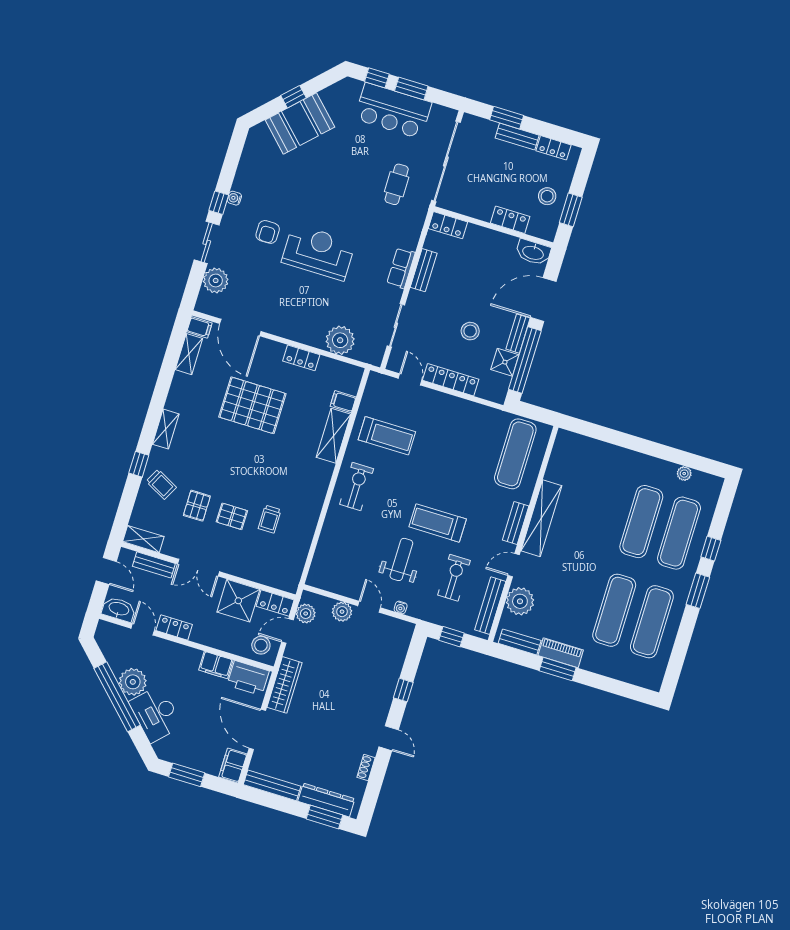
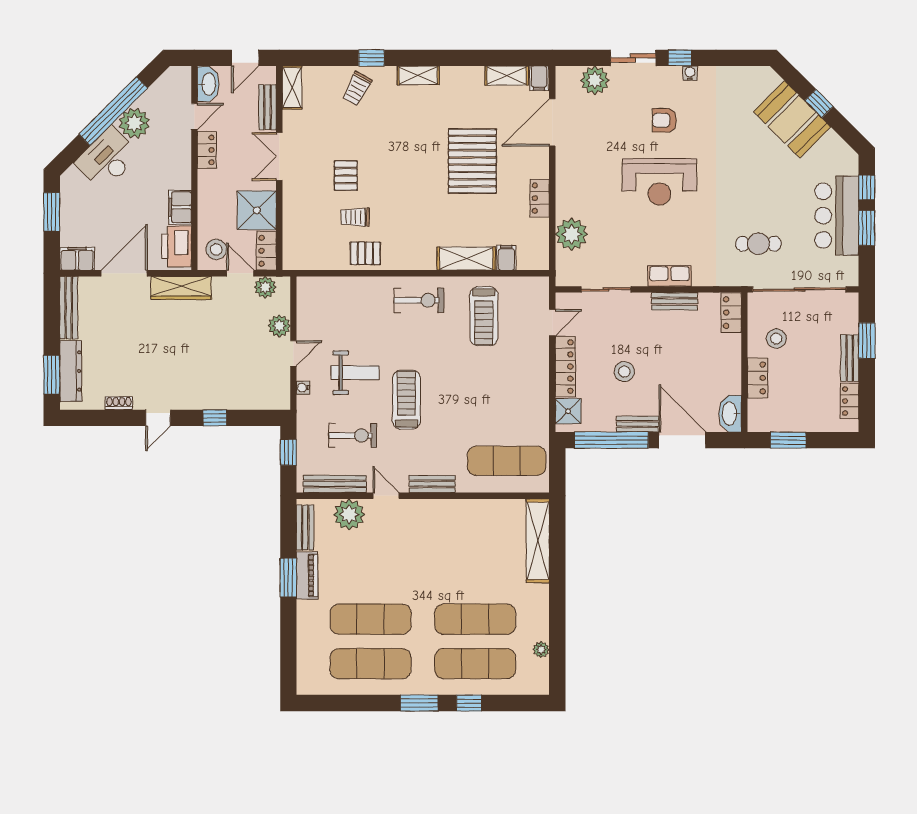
stool: (547, 196) -> (776, 338), moved
reception desk: (318, 252) -> (659, 182), turned 90
shower: (505, 362) -> (568, 411), moved
pallet: (197, 506) -> (365, 253), moved
shelving: (541, 518) -> (538, 541), moved, turned 90

